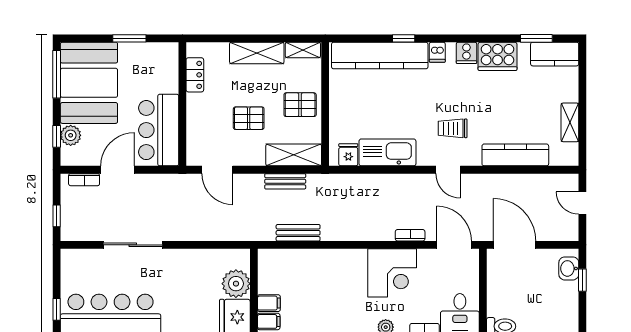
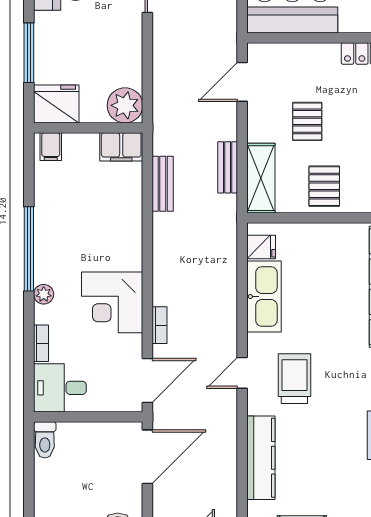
trolley: (453, 128) -> (294, 379), width x1.36, depth x1.39
plant: (236, 284) -> (125, 105), moved
filing cabinet: (269, 303) -> (121, 147), moved, width x2.00

